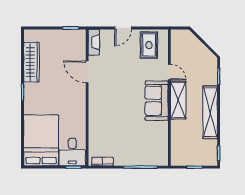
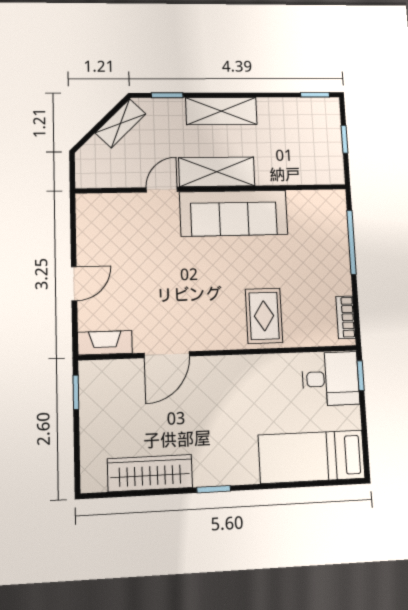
door: (123, 28) -> (74, 284), hinge flipped
rug: (149, 45) -> (264, 316), moved, turned 90
shelving: (204, 52) -> (121, 123), added
sofa: (157, 101) -> (234, 213), width x1.36
shelving: (210, 112) -> (221, 111), width x0.68
bed: (41, 140) -> (312, 457), width x0.67

